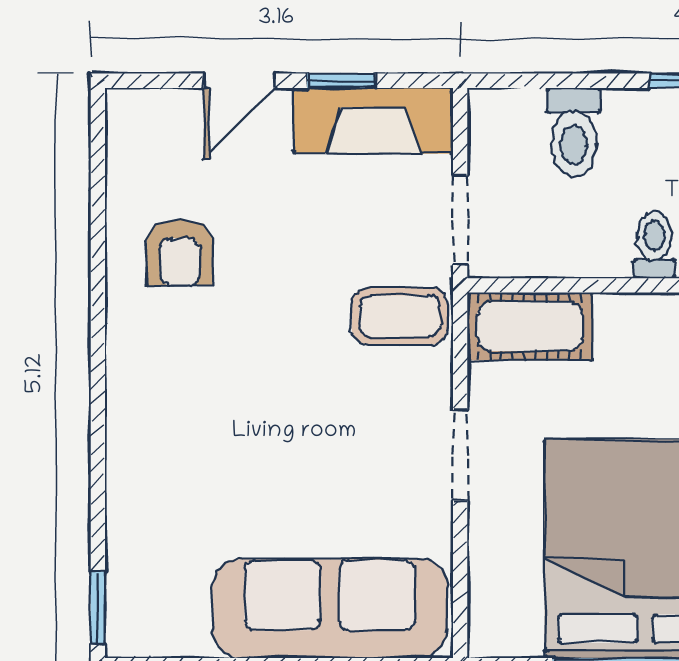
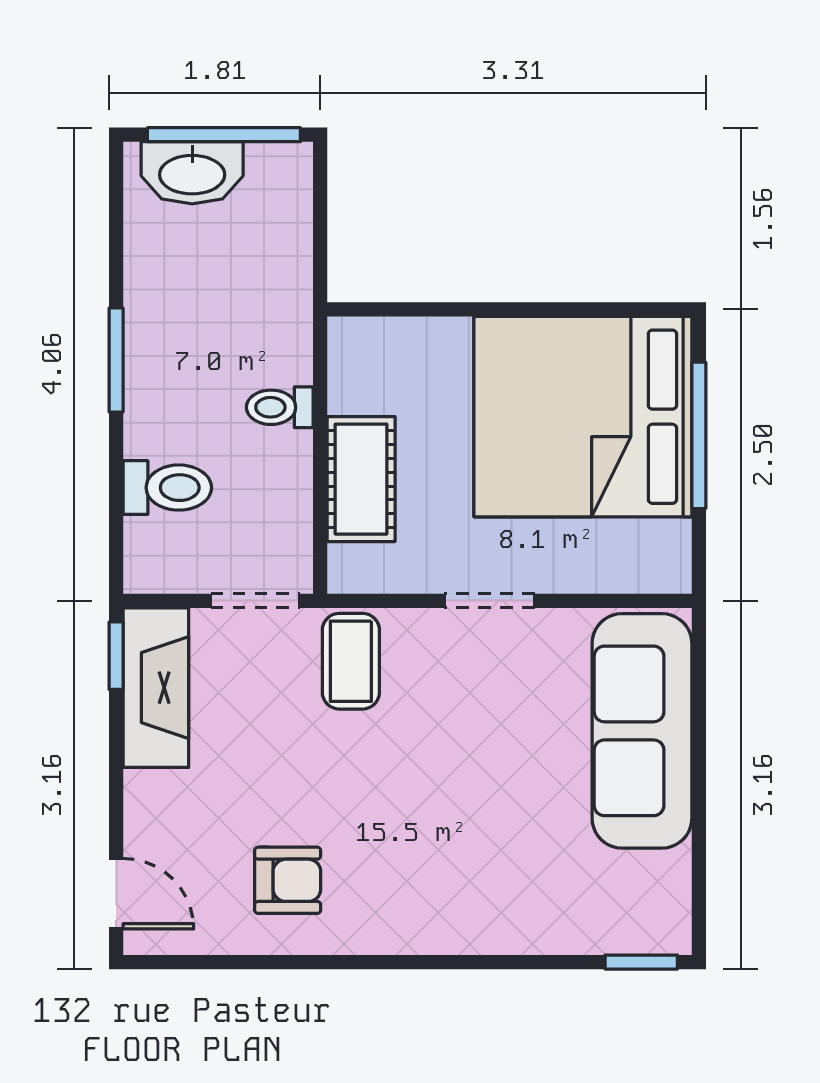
door: (239, 81) -> (116, 894), moved
window: (341, 81) -> (116, 656), moved
cot: (530, 326) -> (361, 479), moved

